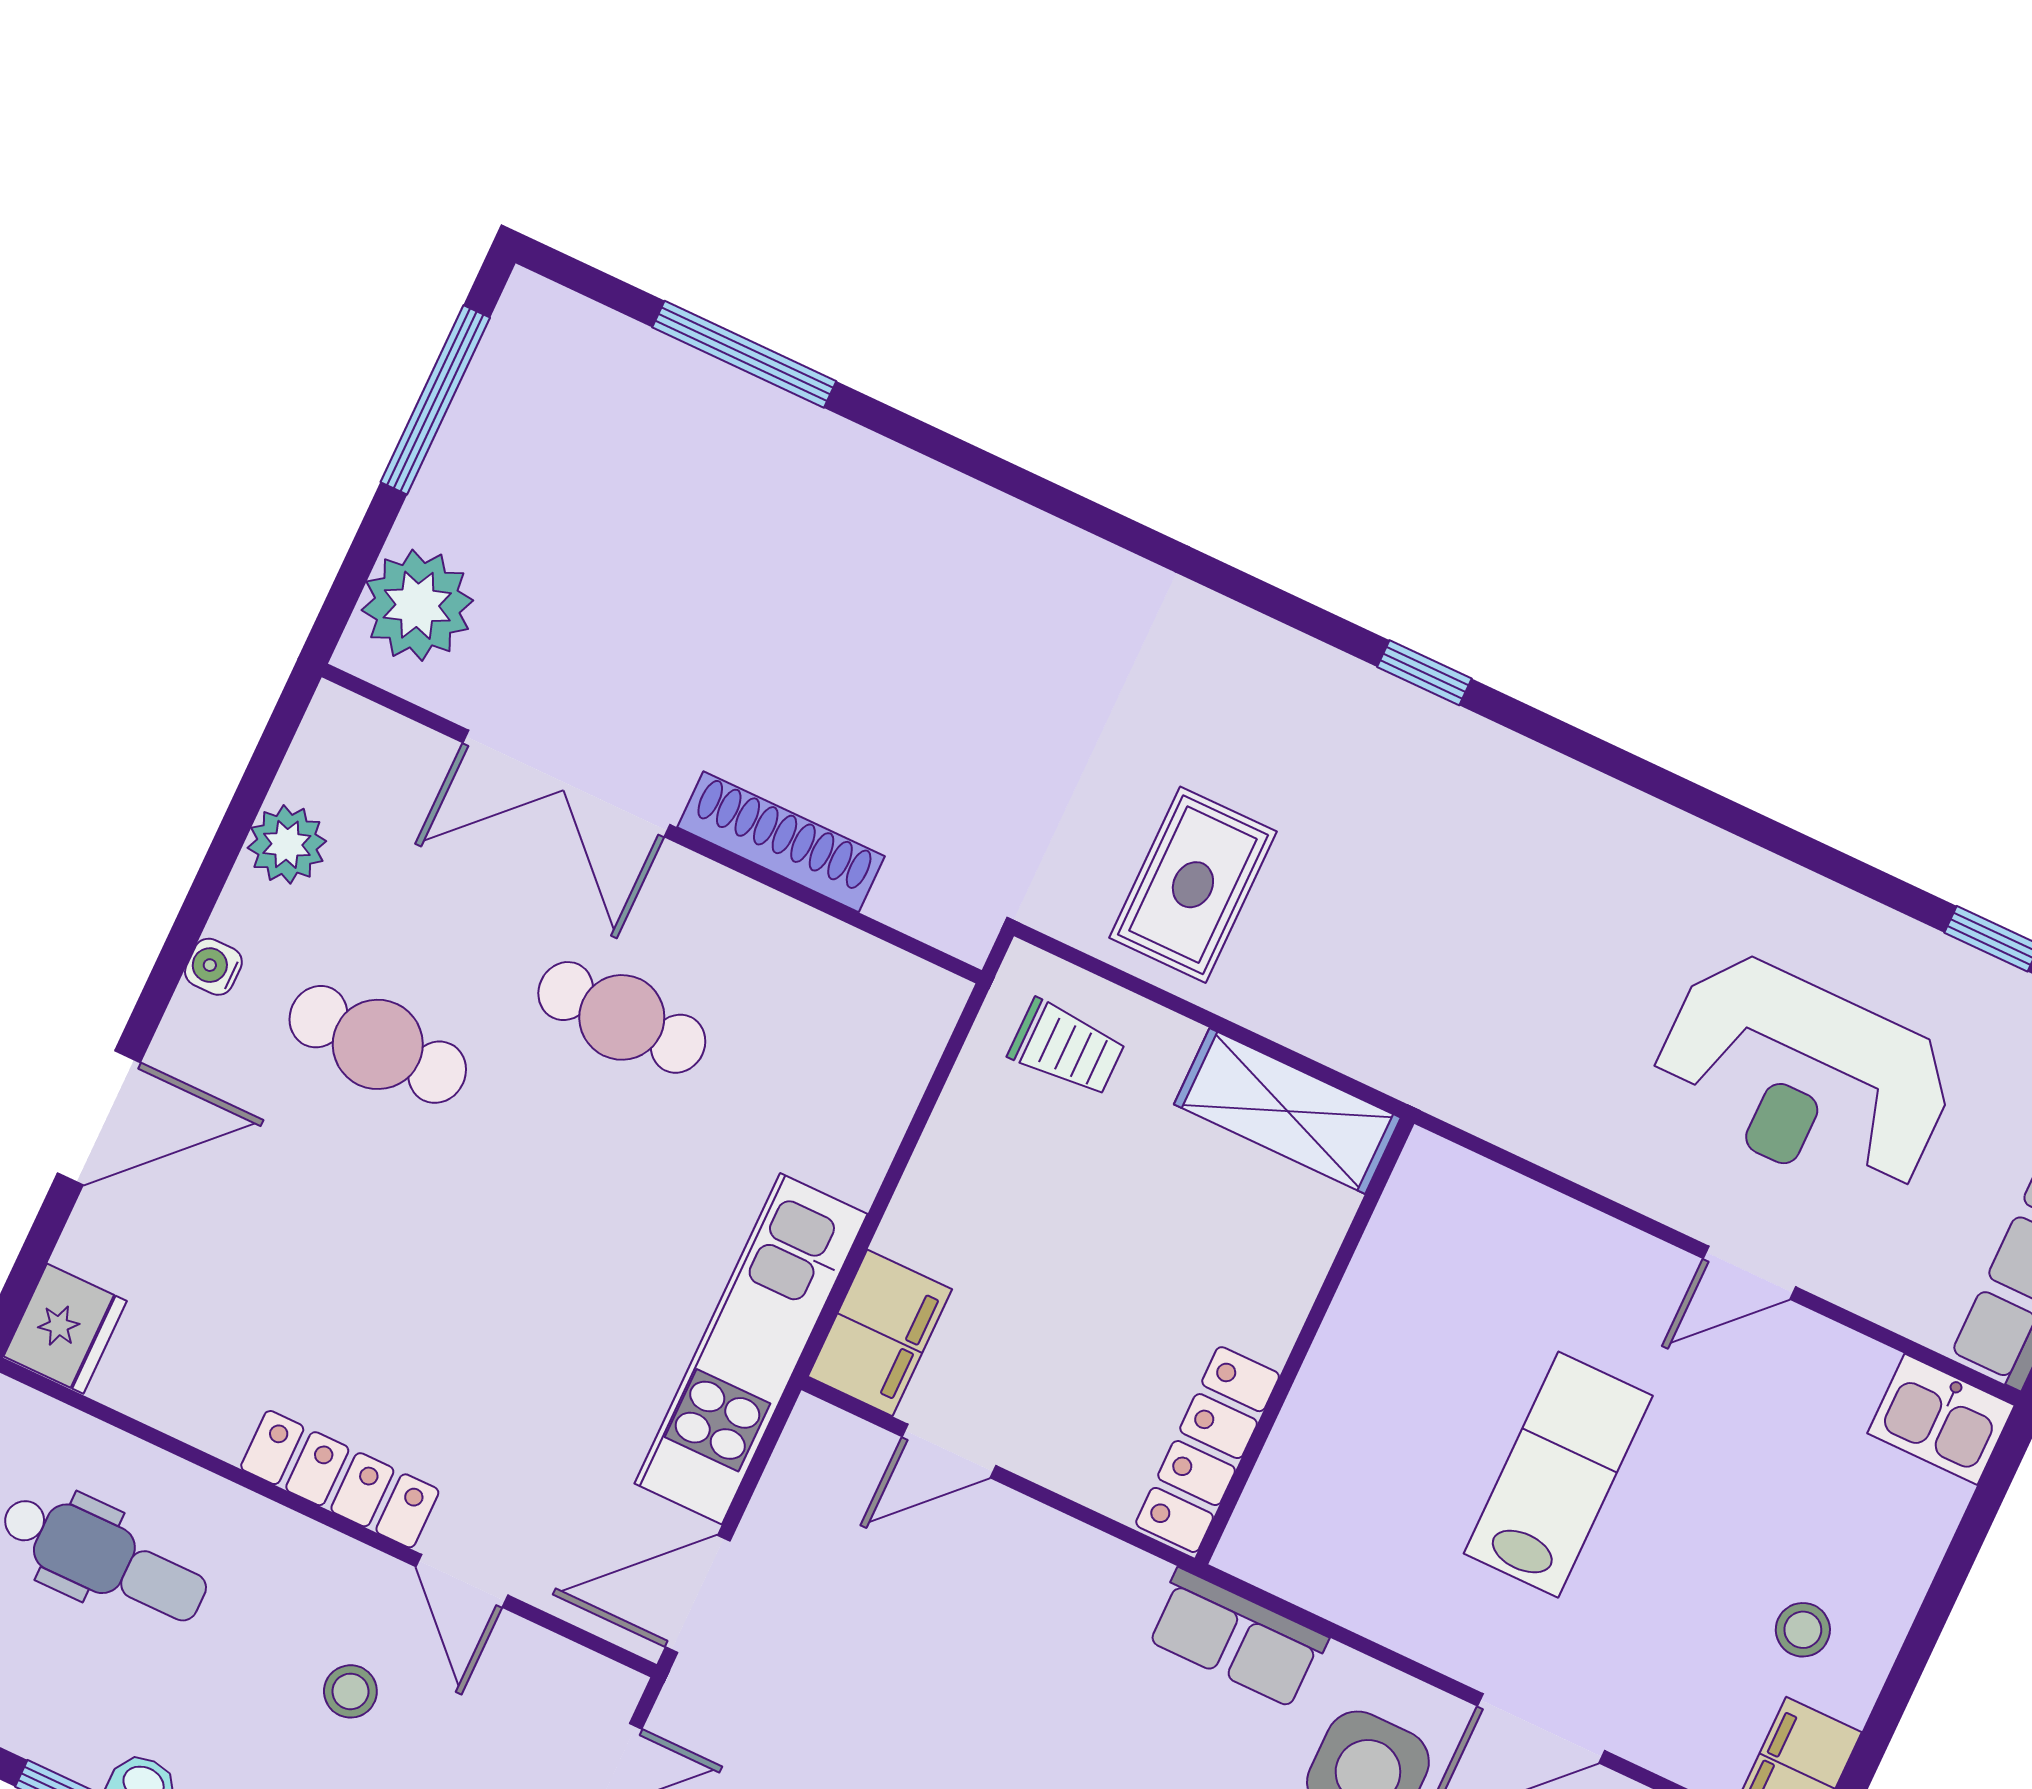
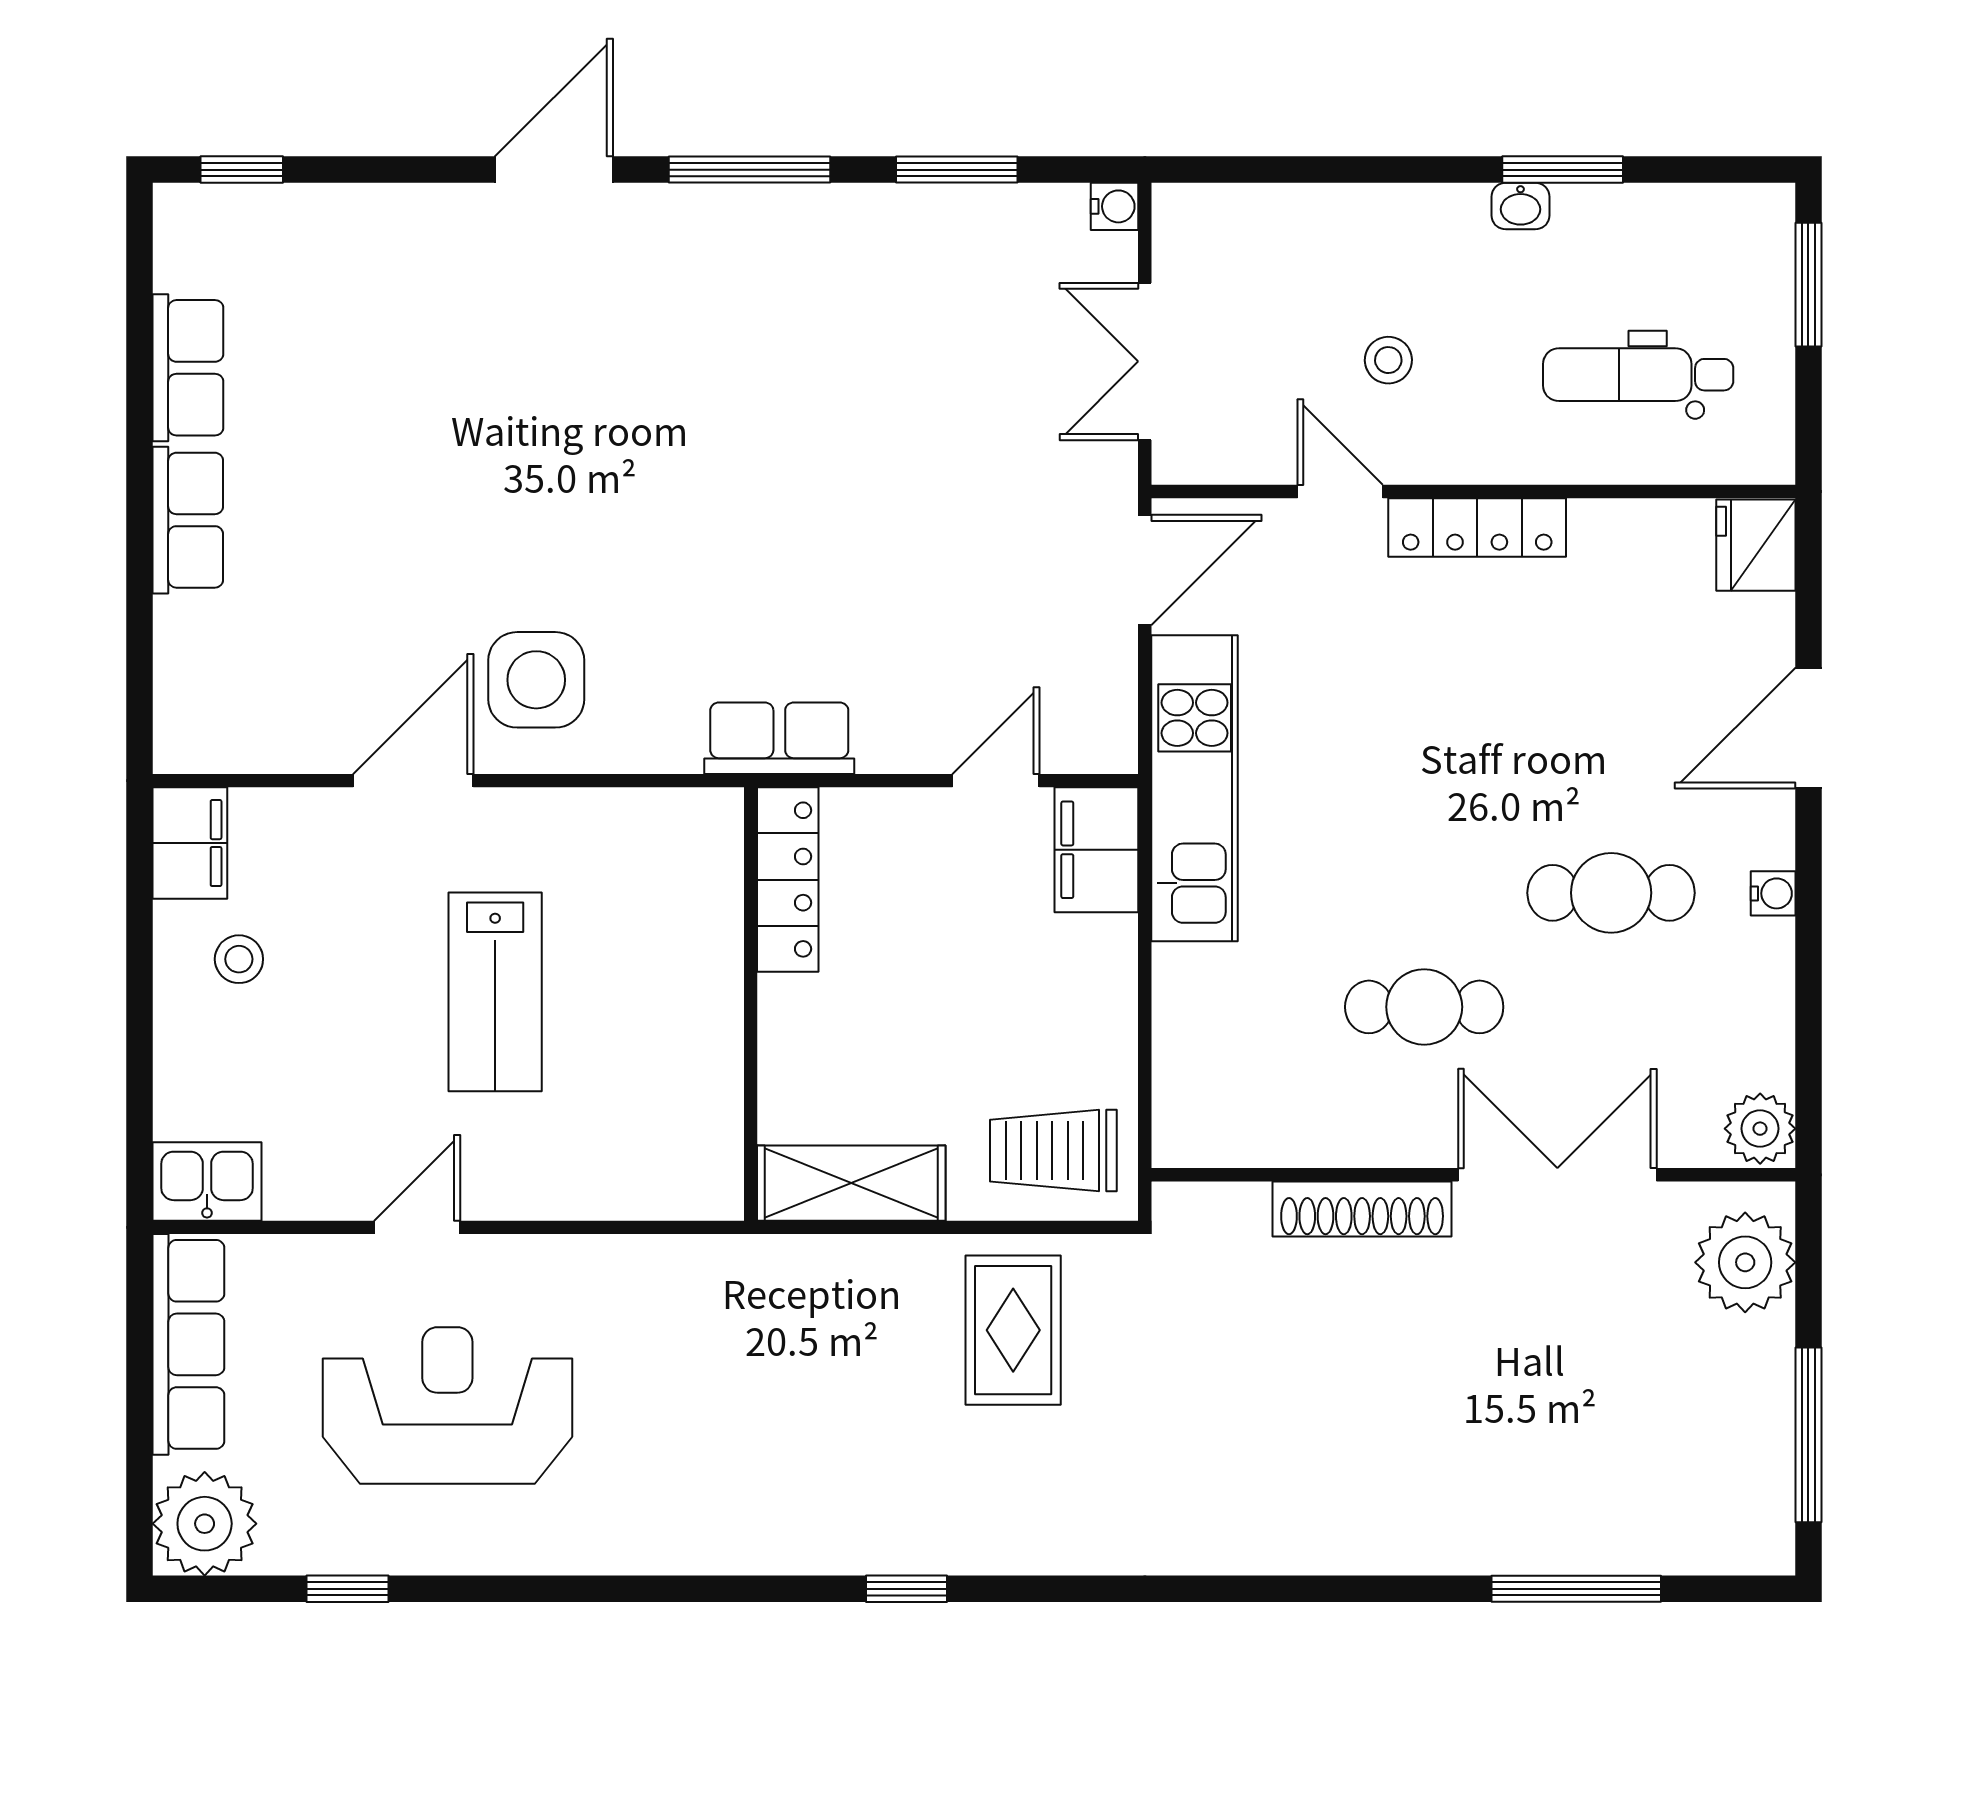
plant: (287, 844) -> (1760, 1129), moved
trolley: (1067, 1048) -> (1053, 1151), width x1.36, depth x1.39
row of seats: (1237, 1638) -> (779, 738), moved

